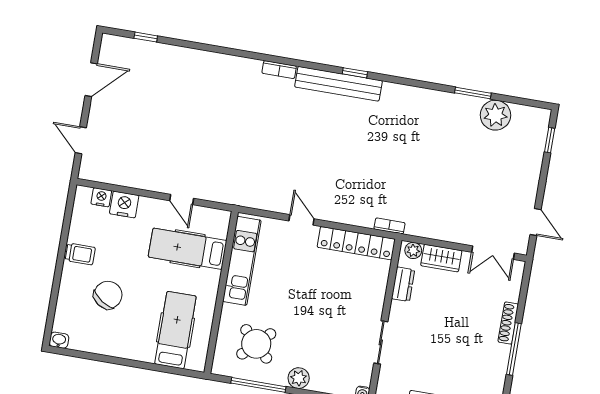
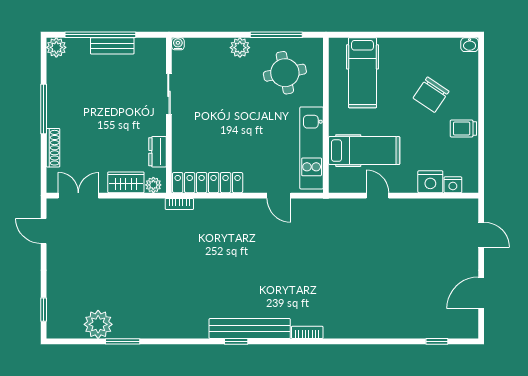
door: (302, 220) -> (279, 196), moved
shoe rack: (508, 323) -> (53, 148), moved
round table: (256, 344) -> (285, 73), turned 34

